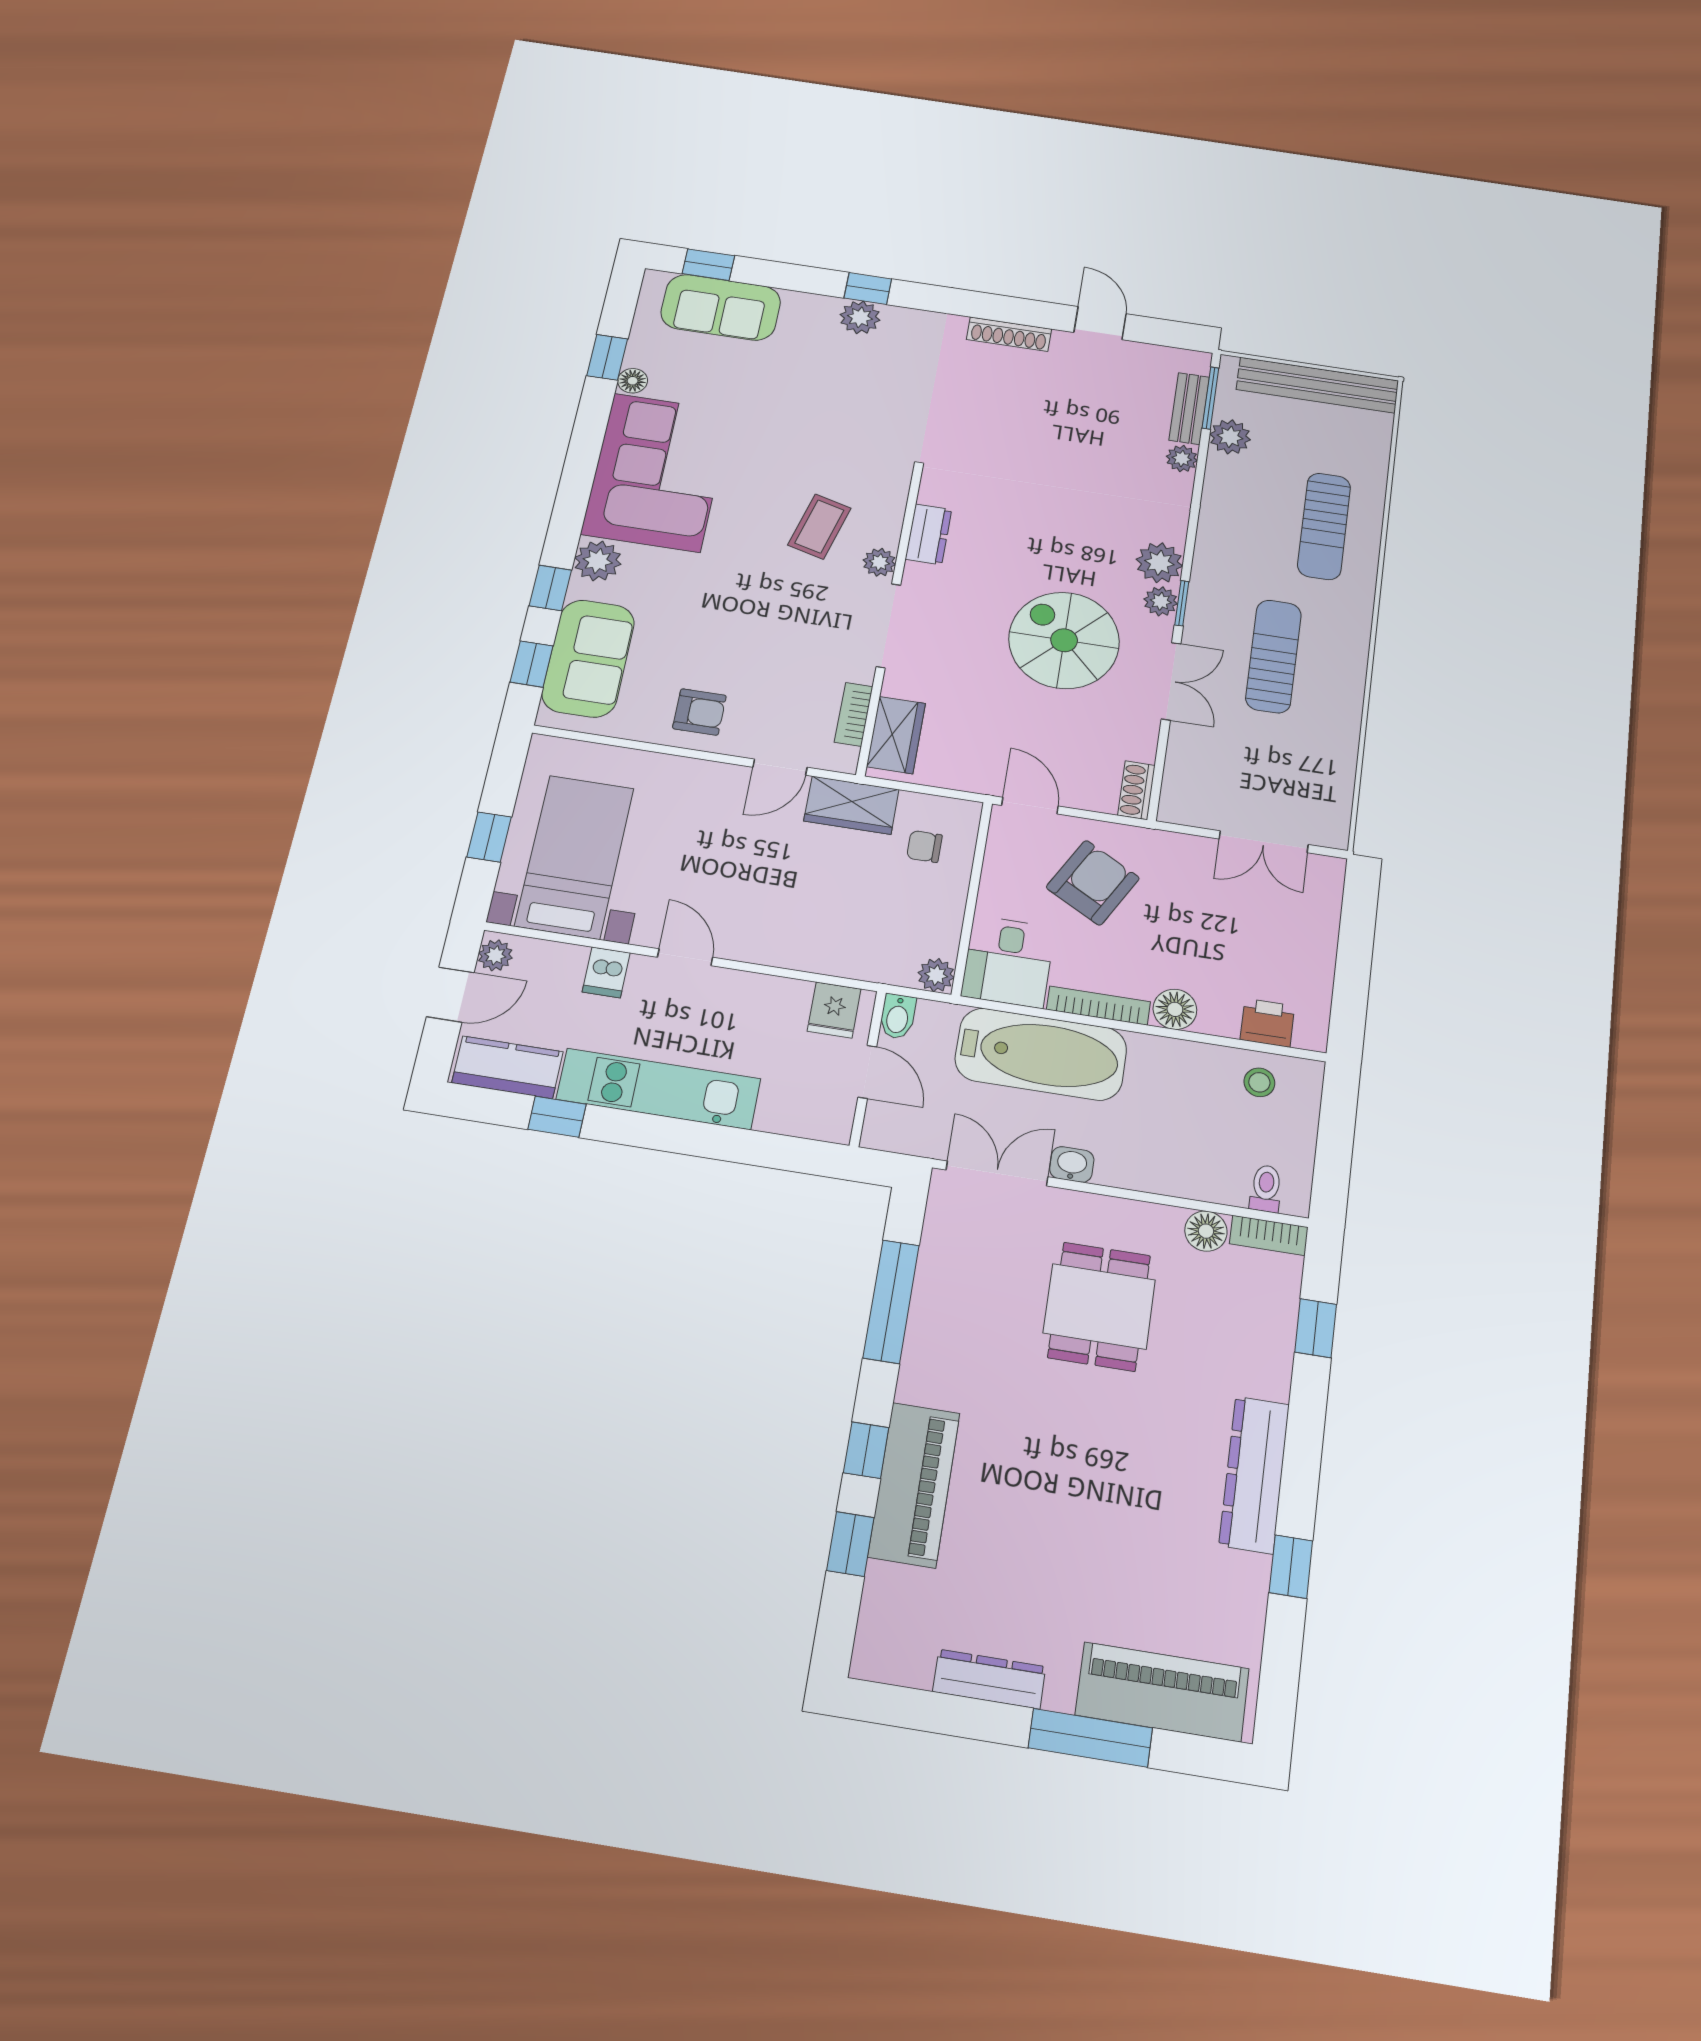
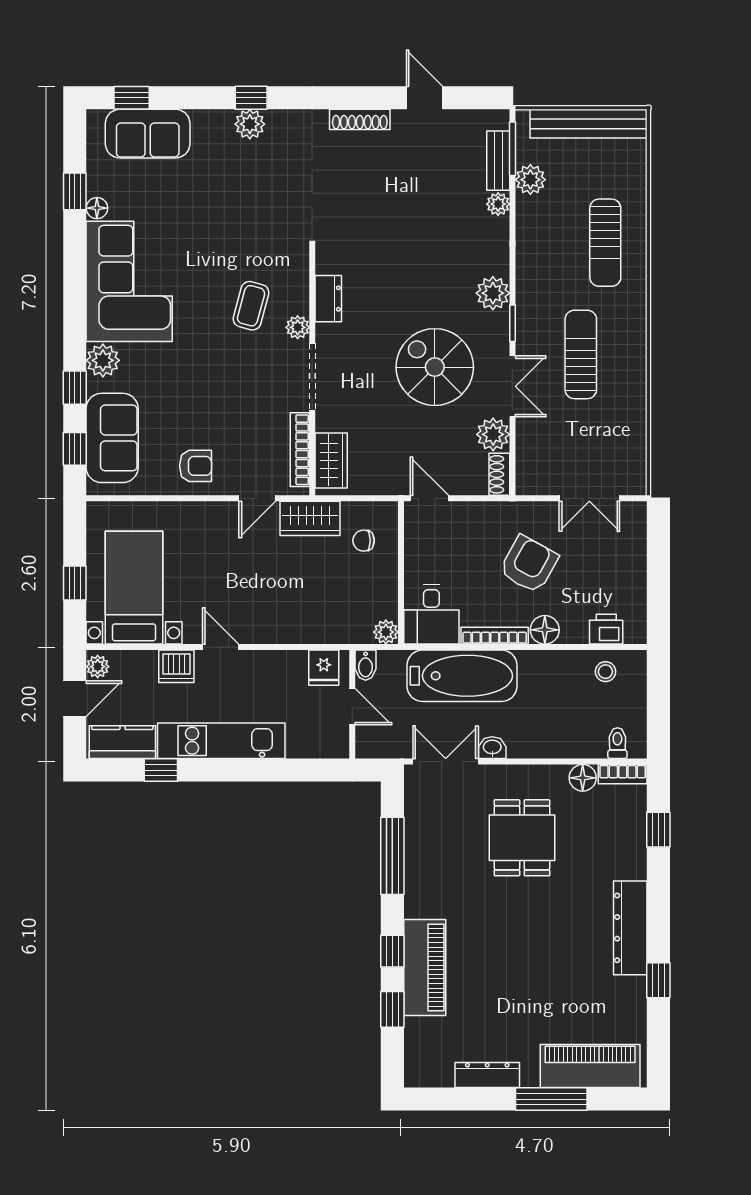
plant: (1161, 601) -> (493, 434), moved, width x1.38, depth x1.38
bookcase: (854, 714) -> (300, 450), width x1.56
armchair: (1093, 883) -> (529, 564), moved
dishwasher: (606, 972) -> (176, 666), width x1.38

